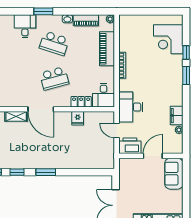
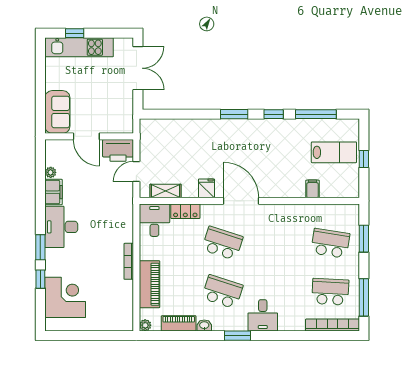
school desk: (54, 78) -> (222, 243), turned 33
desk: (131, 107) -> (61, 227), moved, turned 180
shelving: (16, 116) -> (165, 191), moved
fridge: (78, 118) -> (206, 188), moved
door: (117, 130) -> (136, 172), swing flipped
door: (153, 156) -> (86, 136), hinge flipped

